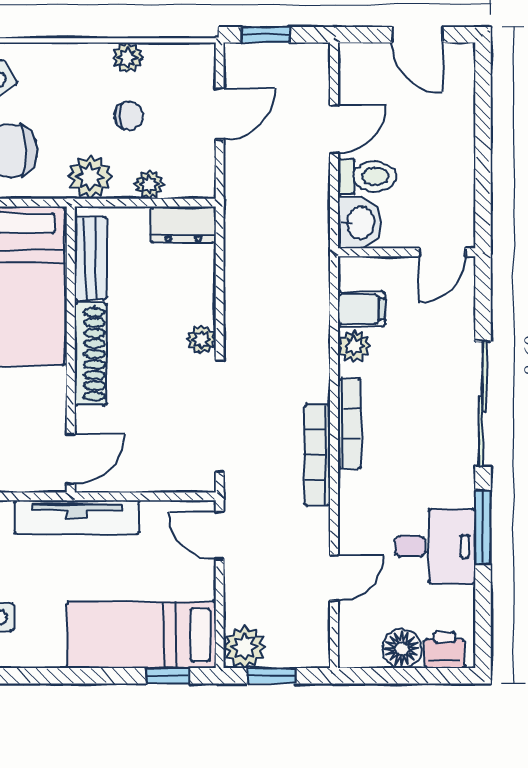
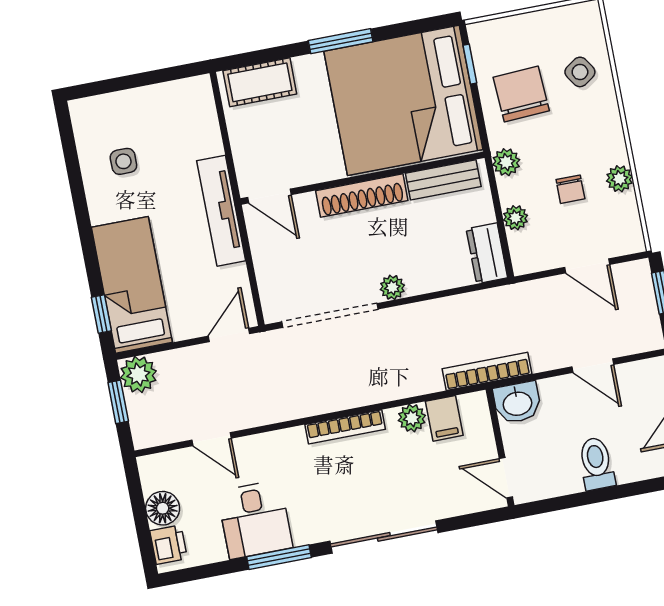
toilet: (367, 176) -> (596, 464), moved, turned 180
plant: (90, 177) -> (506, 162), width x0.73, depth x0.73
bookcase: (317, 455) -> (487, 371), moved

